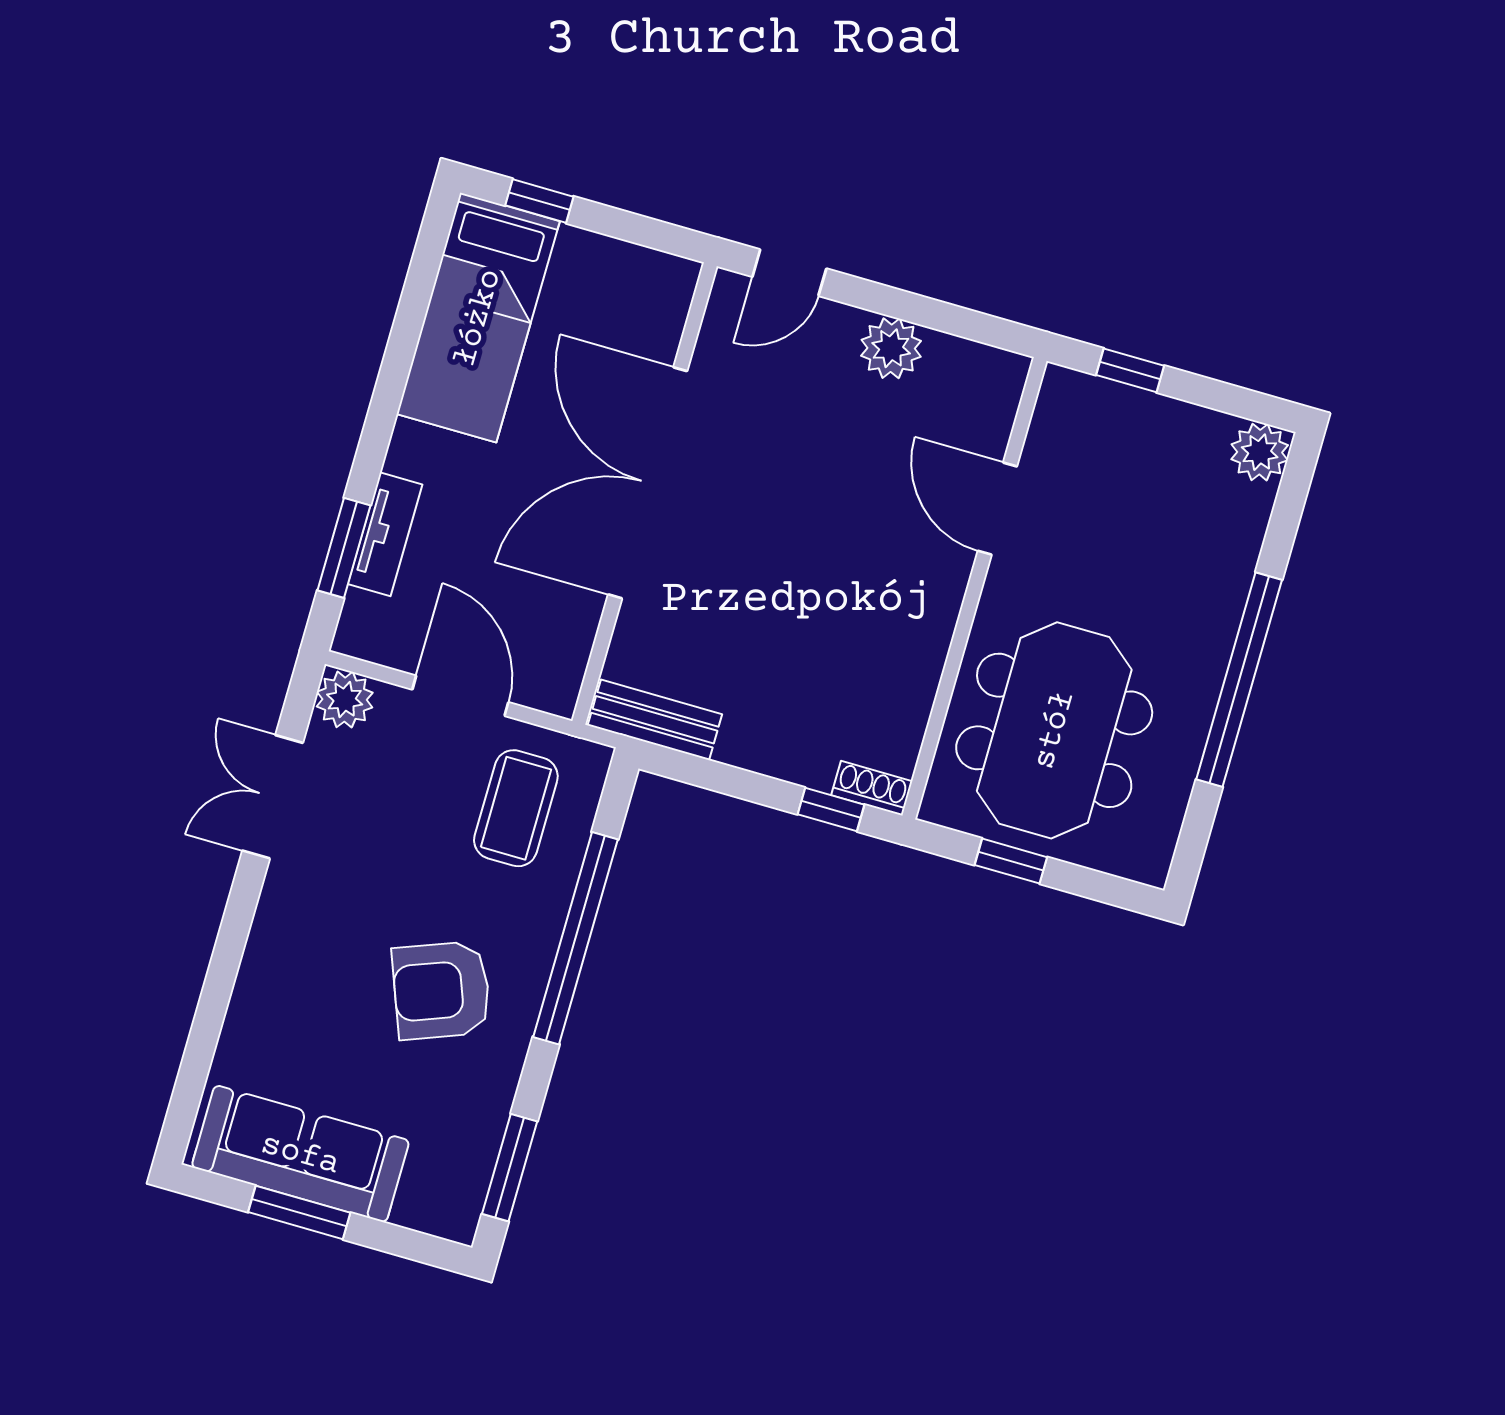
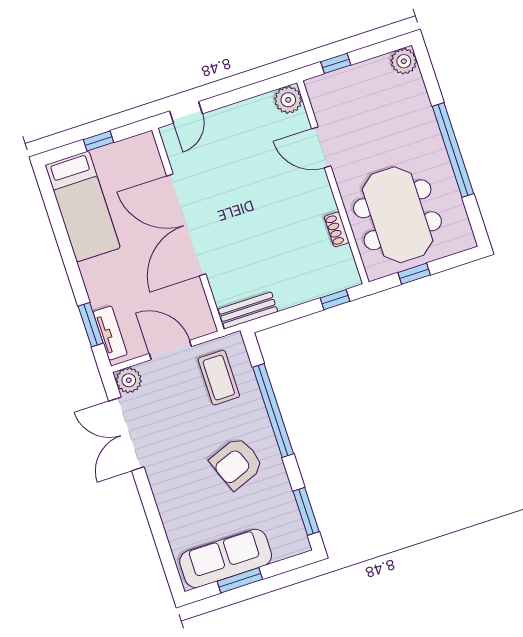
window: (539, 201) -> (99, 141), moved
plant: (891, 348) -> (288, 100), moved
tv unit: (385, 534) -> (110, 333), moved
shoe rack: (872, 788) -> (337, 229), moved, turned -90
double door: (273, 797) -> (126, 434), width x1.37

